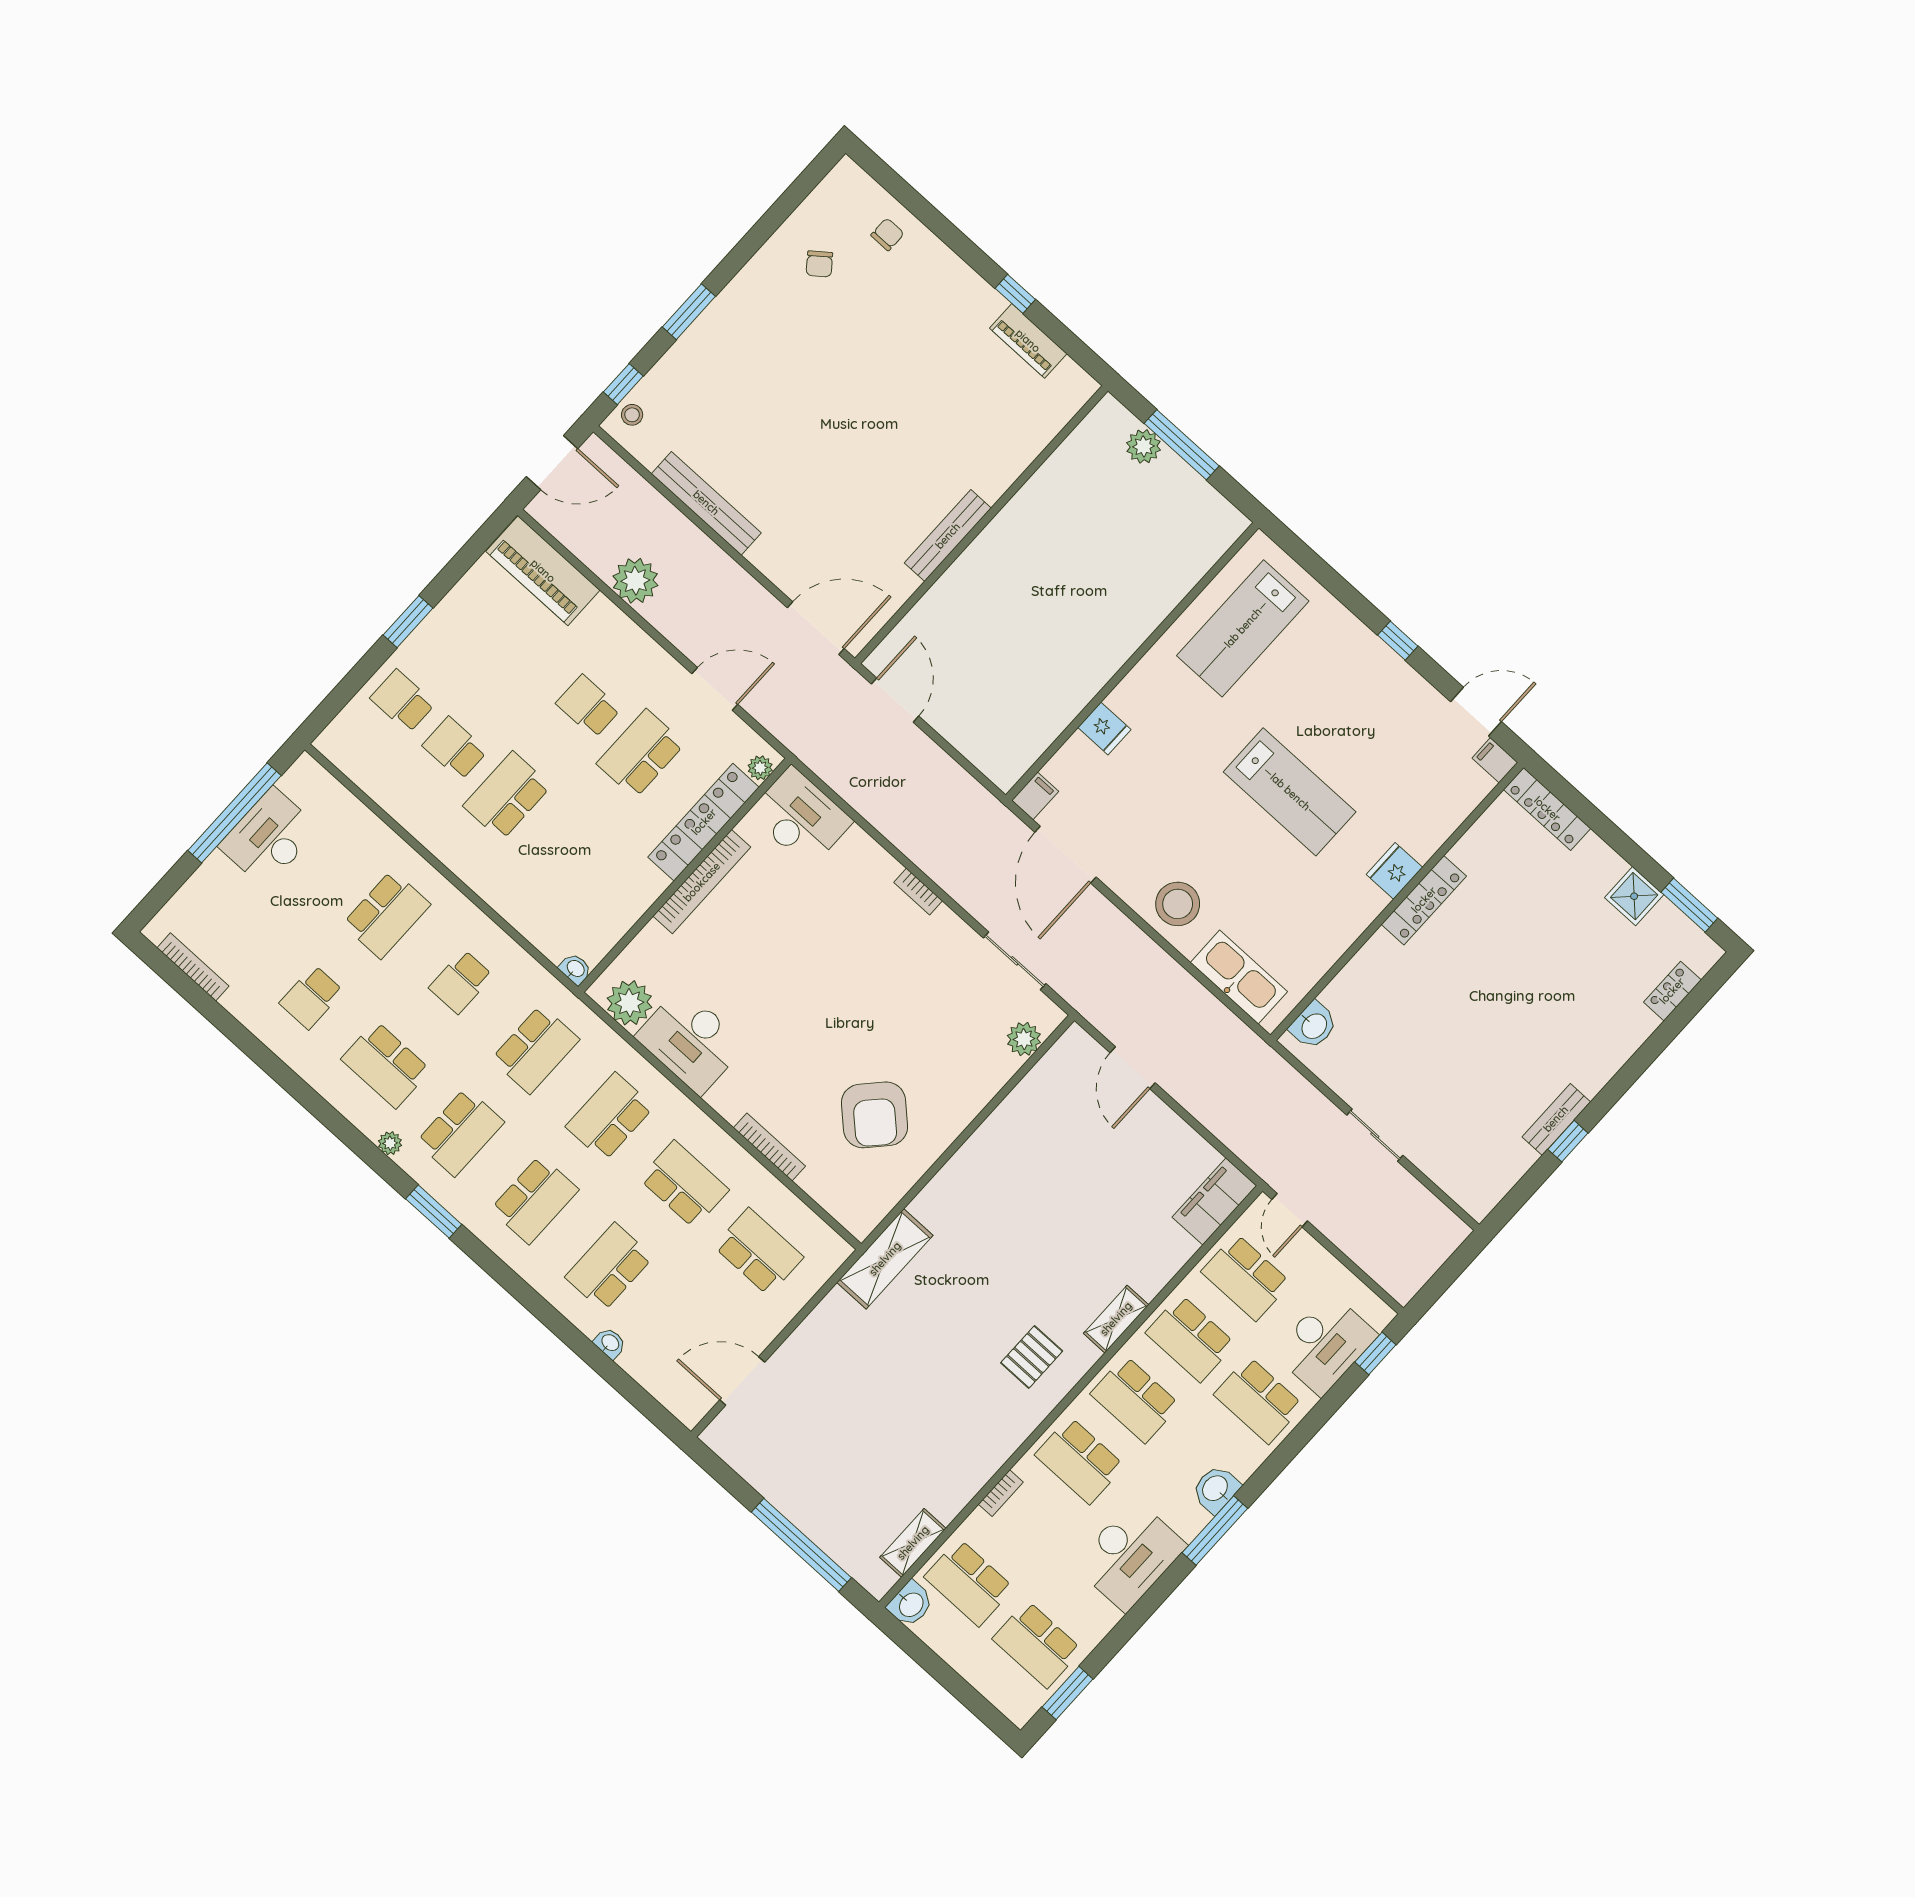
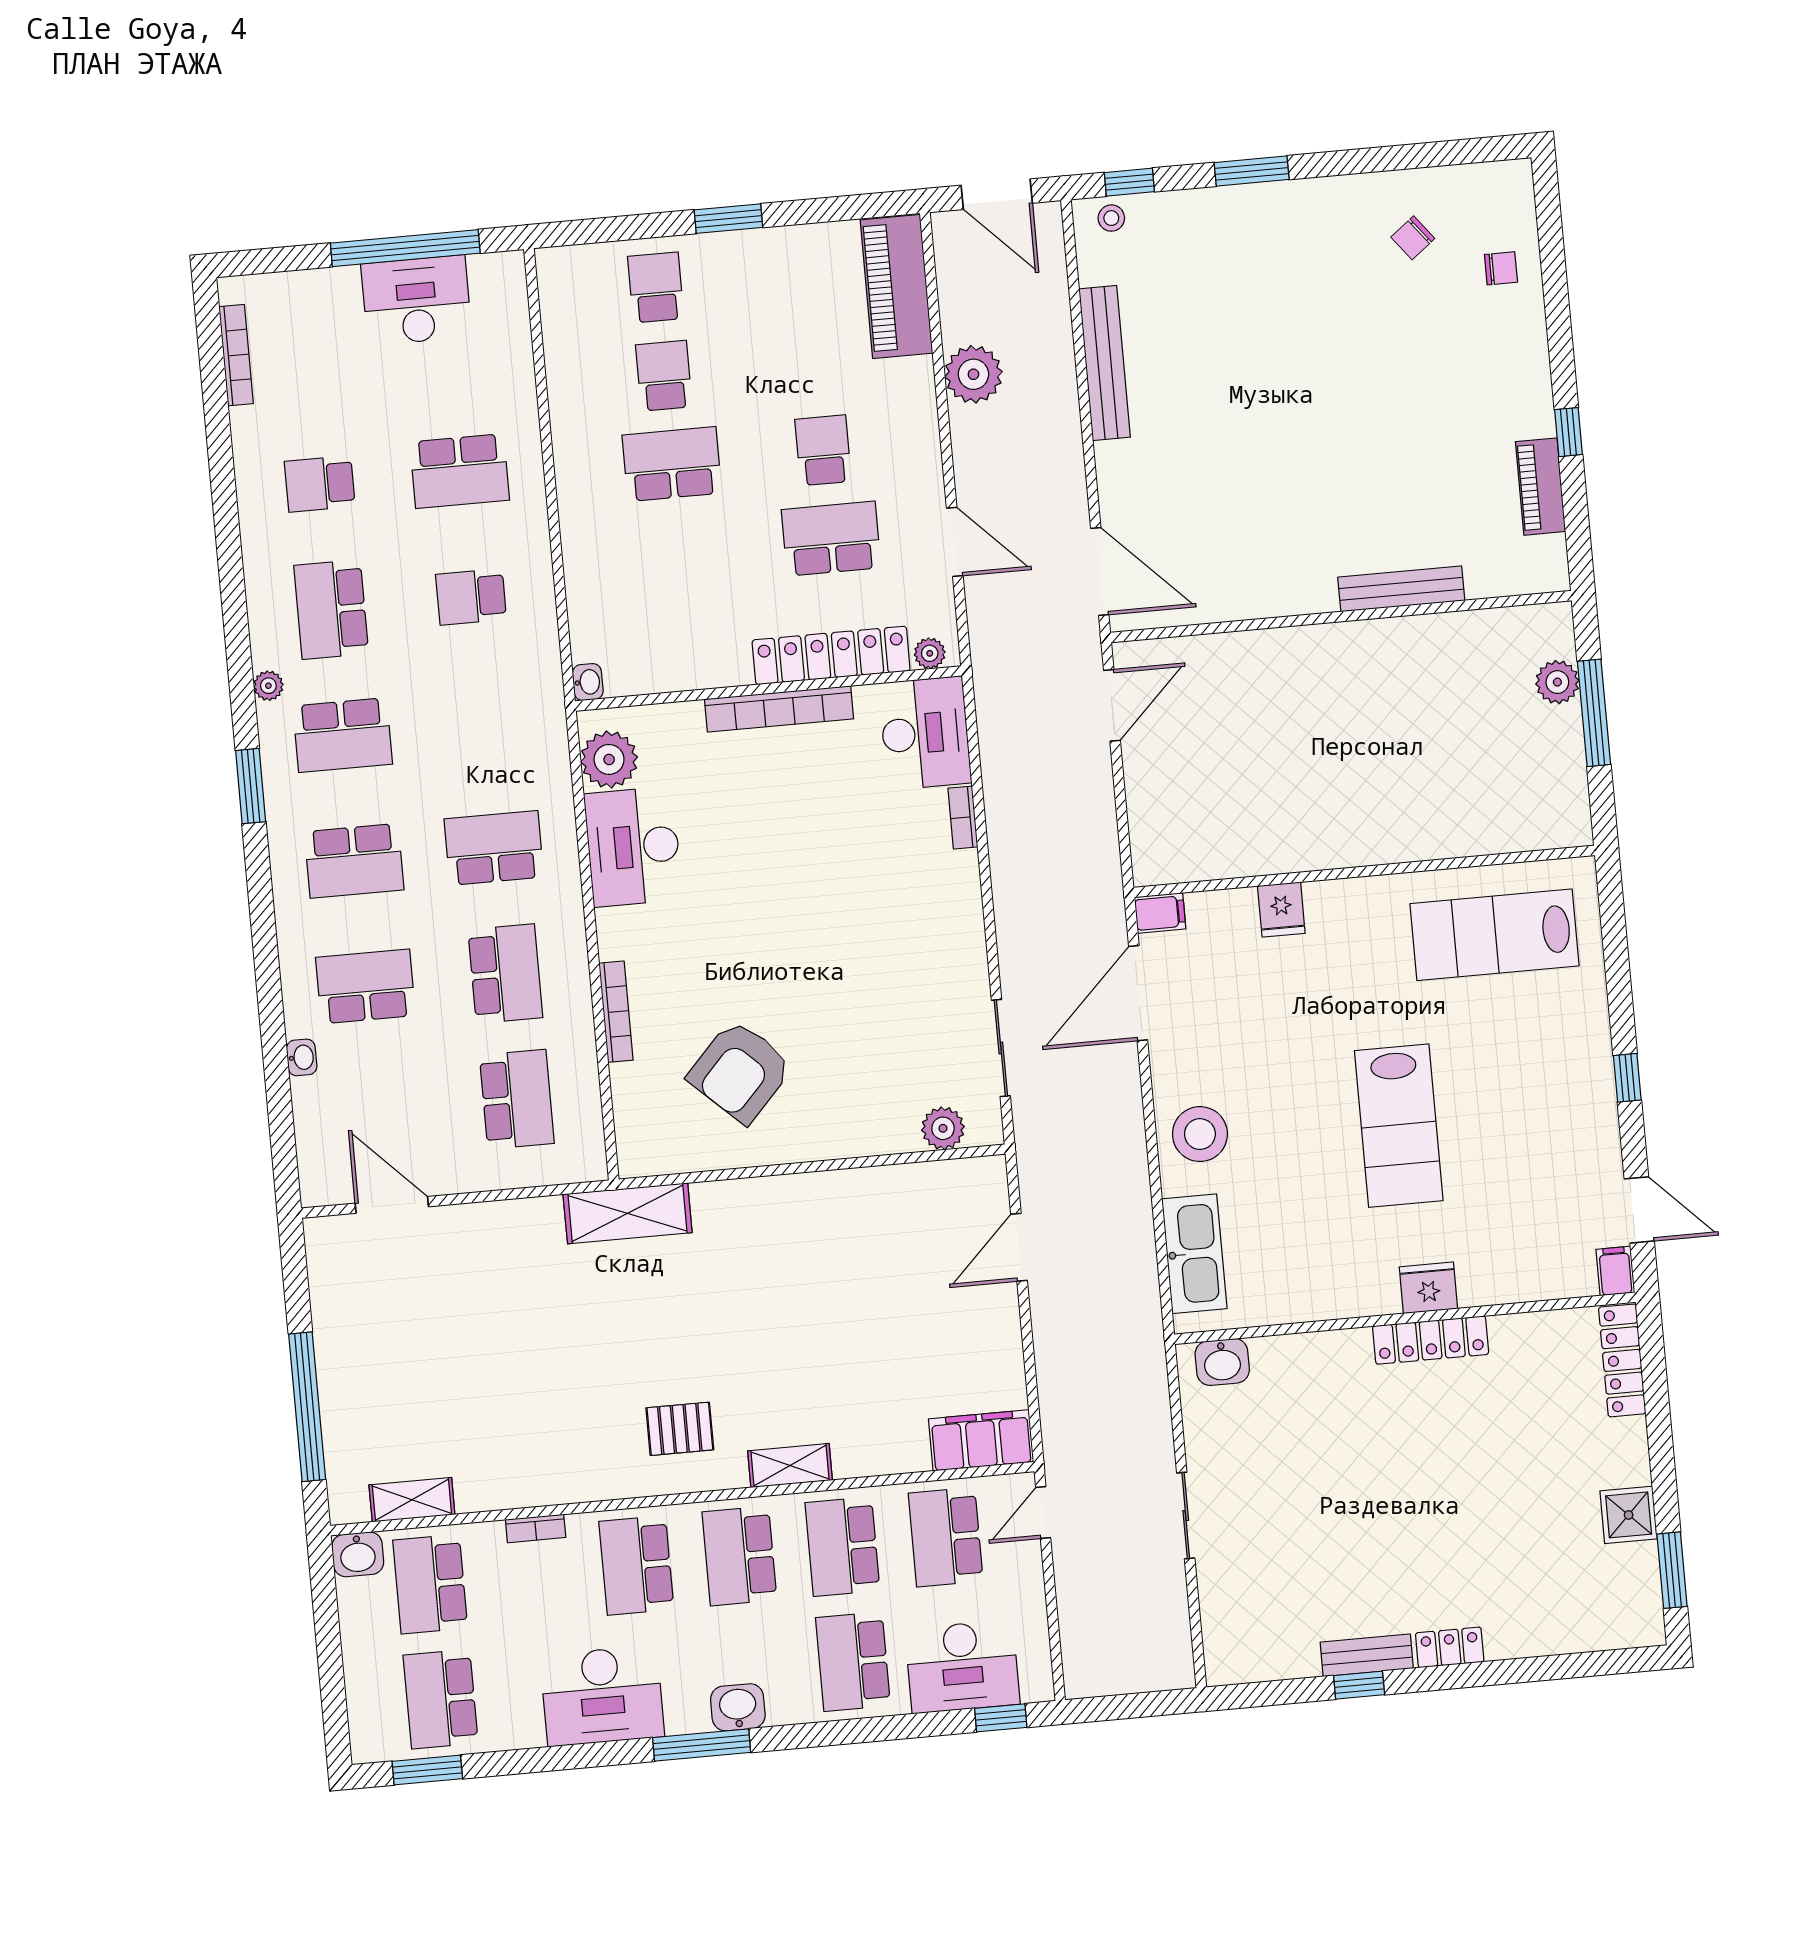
bench: (948, 536) -> (1401, 589), moved
bookcase: (918, 892) -> (963, 818), moved
locker: (1672, 991) -> (1450, 1647), moved
school desk: (535, 1049) -> (482, 722), removed

